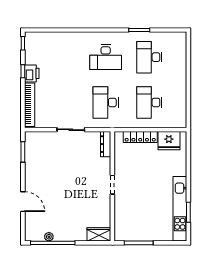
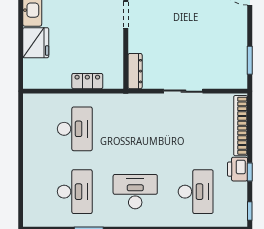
desk: (106, 102) -> (196, 192), moved
locker: (140, 137) -> (87, 81), width x0.66
fridge: (169, 141) -> (36, 43), moved, turned 90

